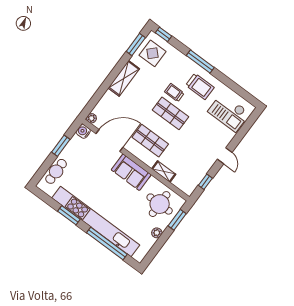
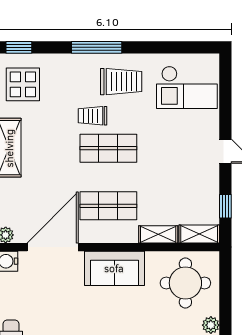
shelving: (183, 186) -> (199, 234), added
window: (177, 220) -> (225, 287), removed

